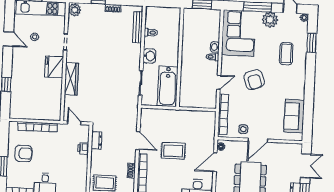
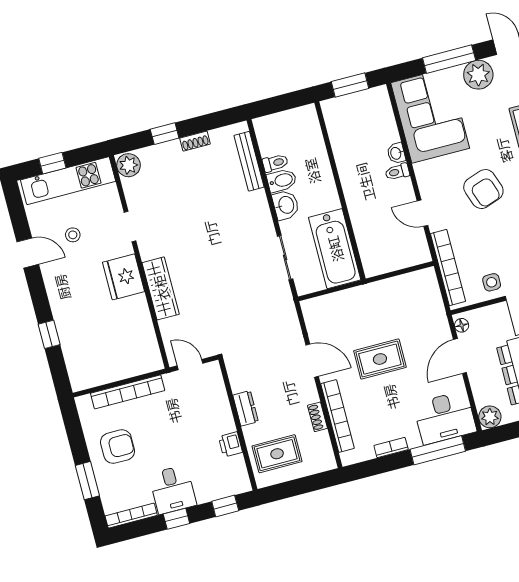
bidet: (151, 43) -> (282, 180), added
door: (219, 82) -> (422, 213), swing flipped
dresser: (96, 140) -> (246, 408), moved
printer: (83, 148) -> (230, 444), moved

